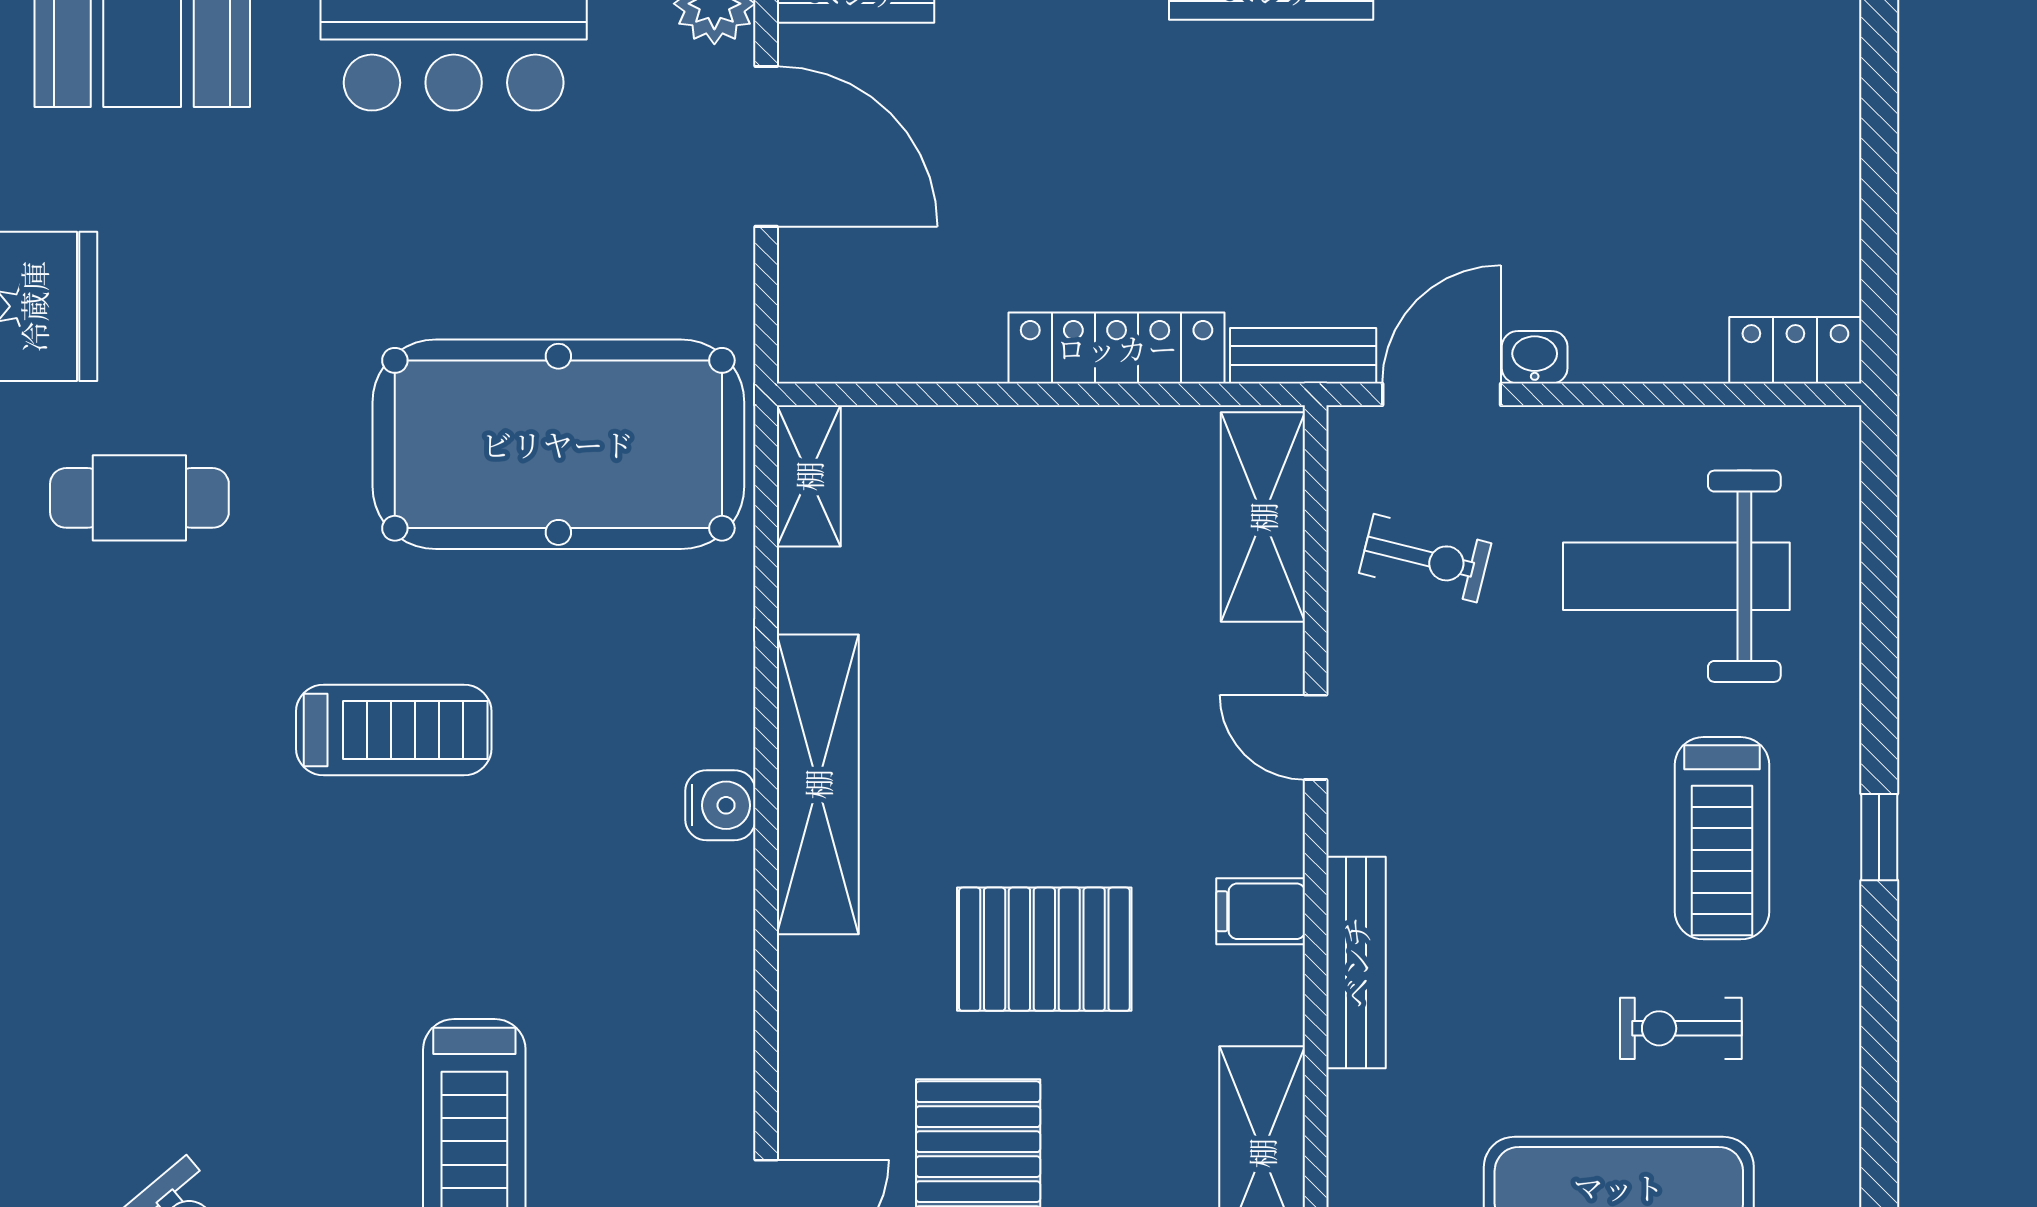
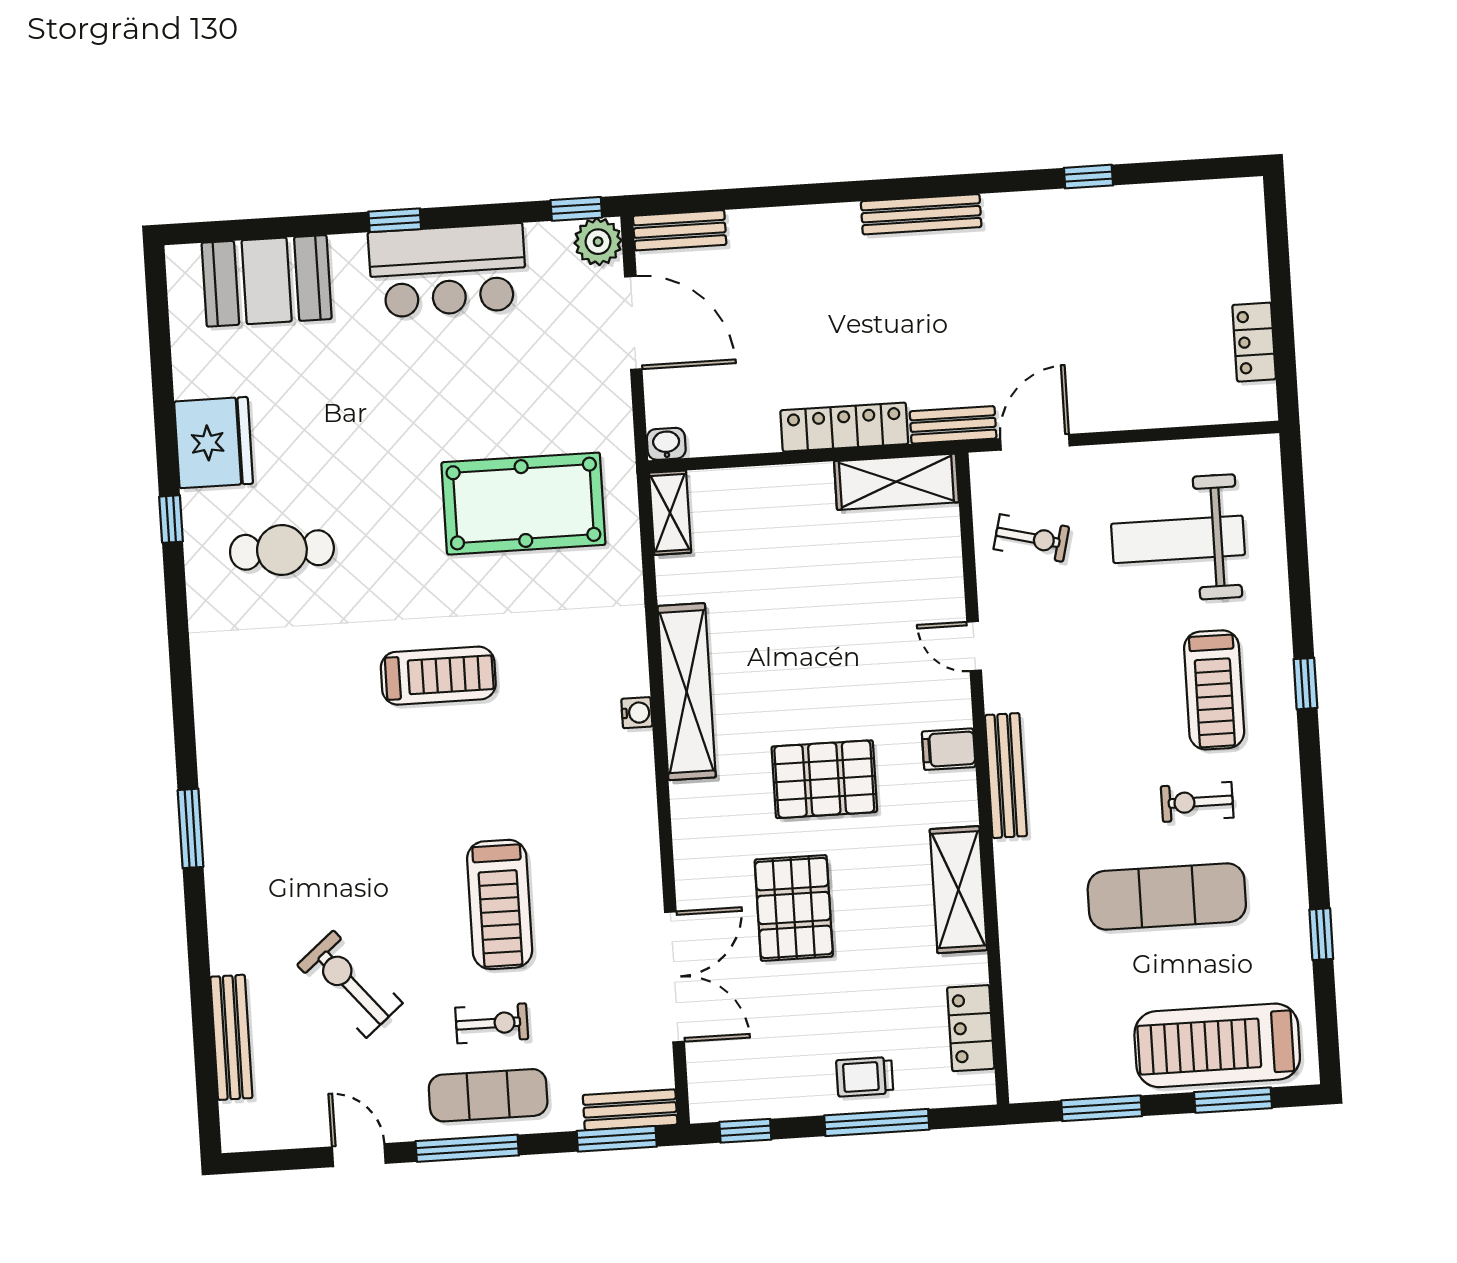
locker: (1795, 350) -> (1254, 342), moved, turned -90
washbasin: (1535, 357) -> (666, 444), moved
pool table: (558, 444) -> (523, 504), width x0.73, depth x0.76
shelving: (1263, 517) -> (896, 482), moved, turned 90
water cooler: (720, 805) -> (637, 713), width x0.72, depth x0.72

